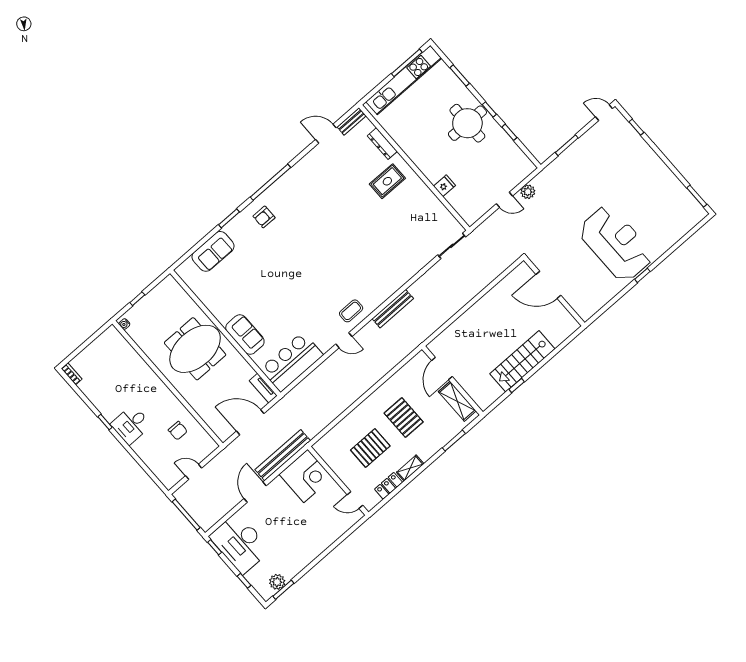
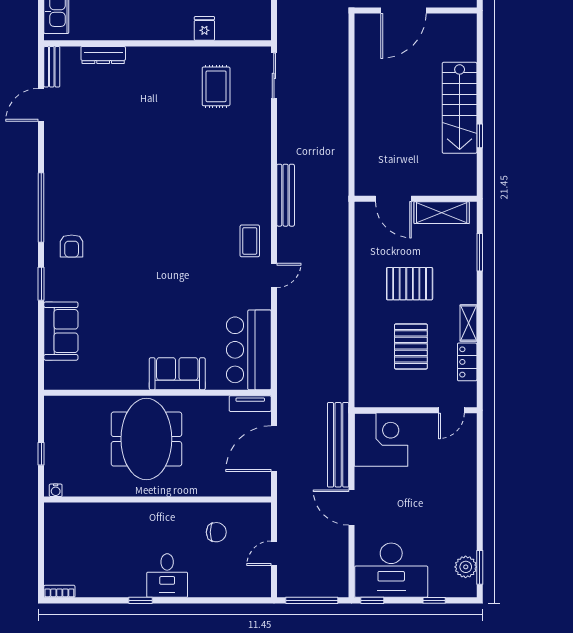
rug: (387, 181) -> (216, 86), moved

